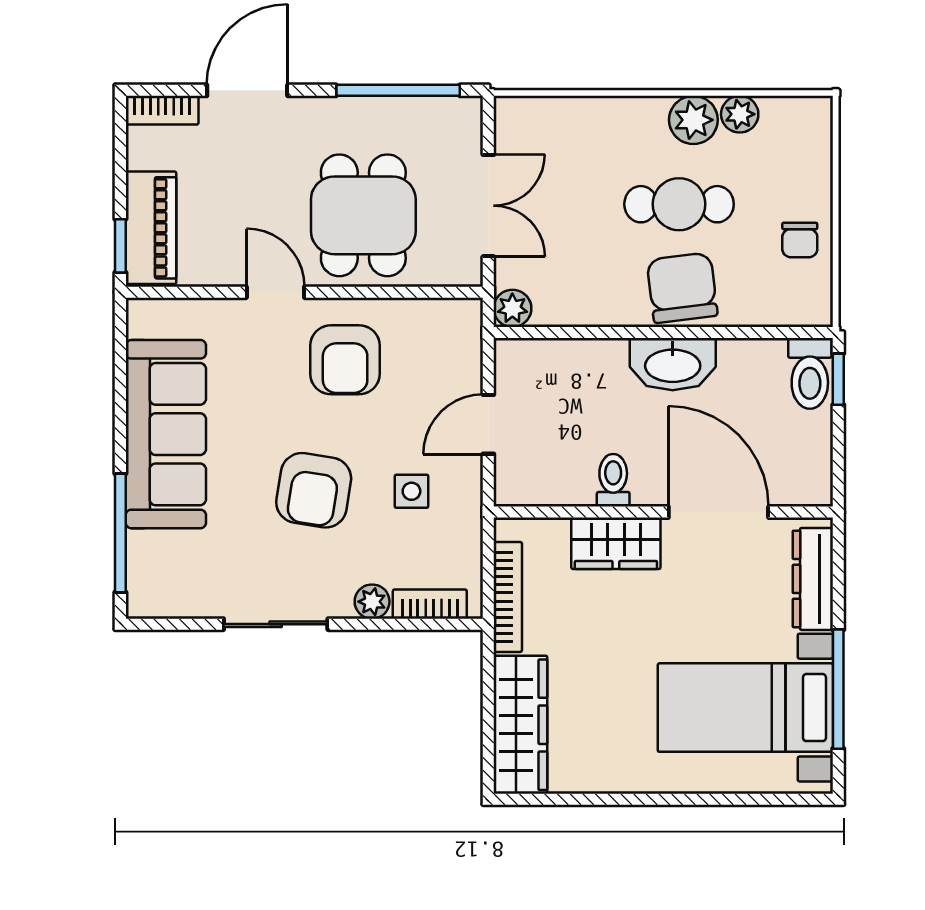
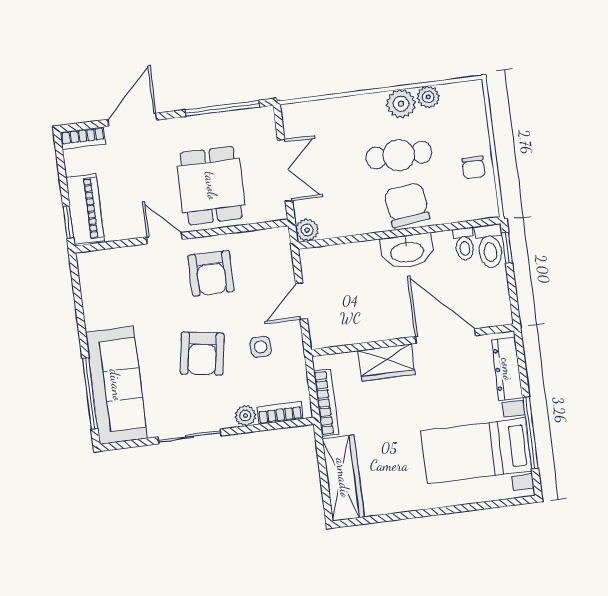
sofa: (166, 434) -> (116, 385), moved
toilet: (613, 480) -> (464, 244), moved, turned 180

